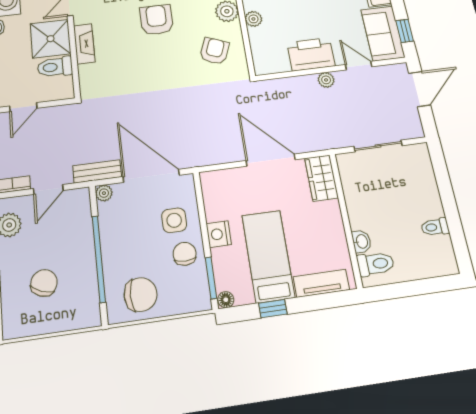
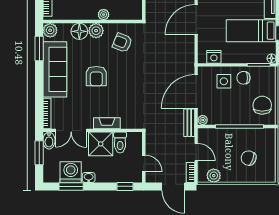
armchair: (157, 20) -> (96, 76), turned -90
nightstand: (219, 234) -> (214, 57), moved

